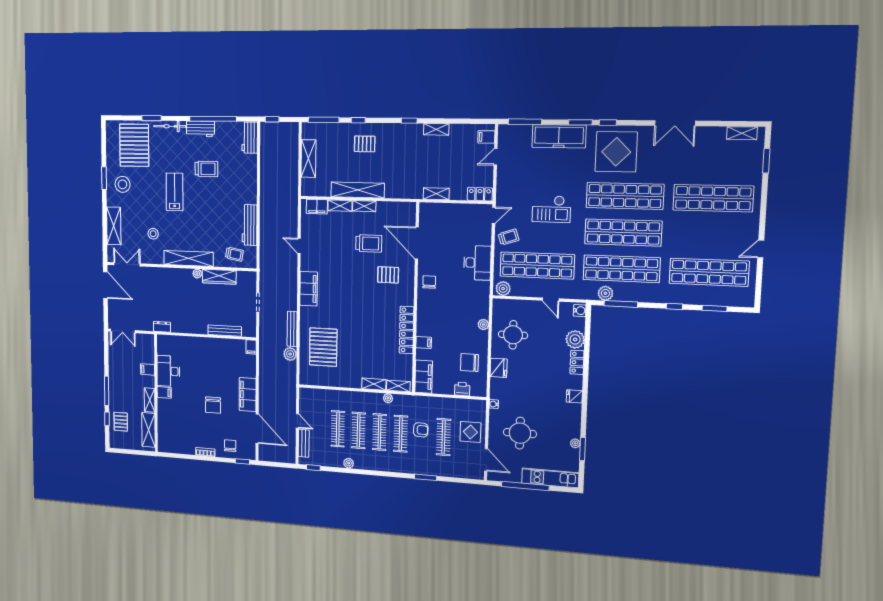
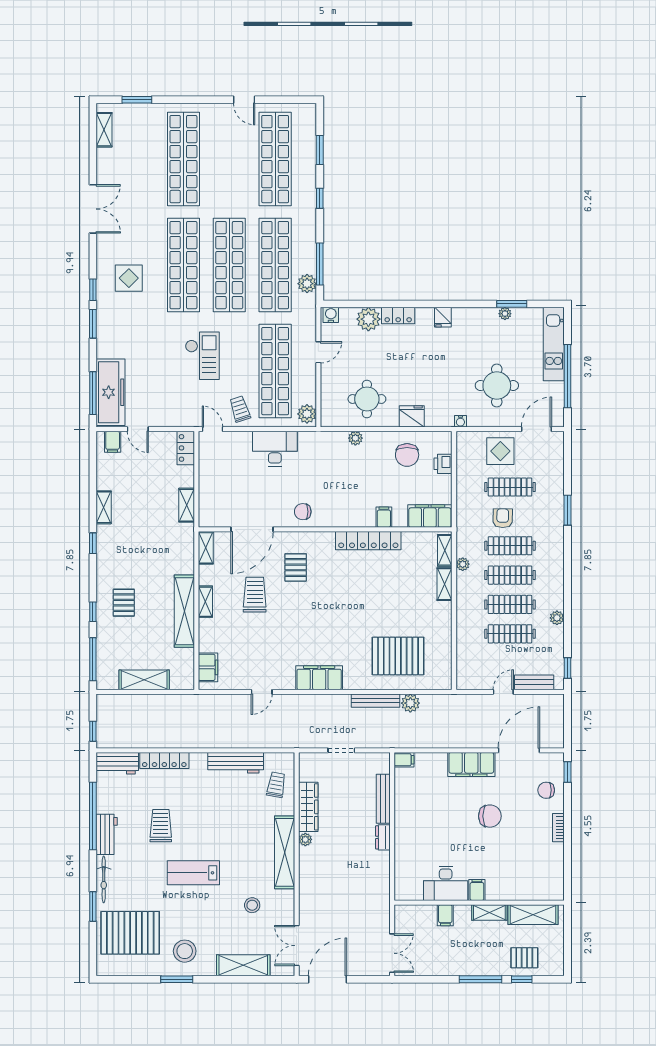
freezer: (559, 136) -> (111, 392), moved
display table: (616, 152) -> (129, 278), width x0.54, depth x0.54
locker: (251, 172) -> (164, 760), added
shelving: (340, 206) -> (206, 548), moved
dresser: (162, 327) -> (383, 837), moved

